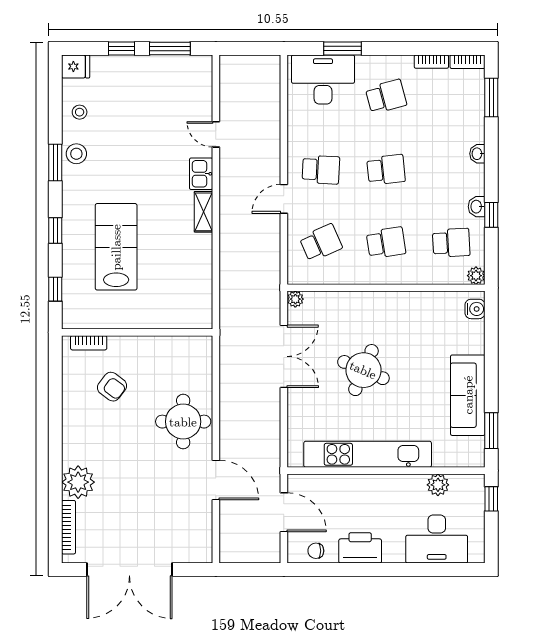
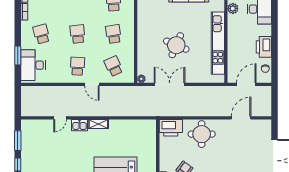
printer: (196, 359) -> (171, 128), added
door: (216, 480) -> (241, 118), moved

